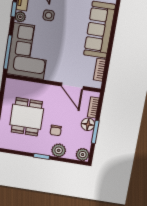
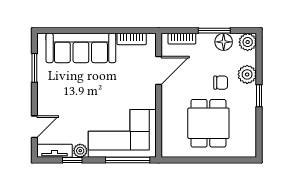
side table: (49, 15) -> (73, 115), removed
dining table: (27, 117) -> (208, 123), turned 90
floor lamp: (88, 124) -> (224, 42), moved

